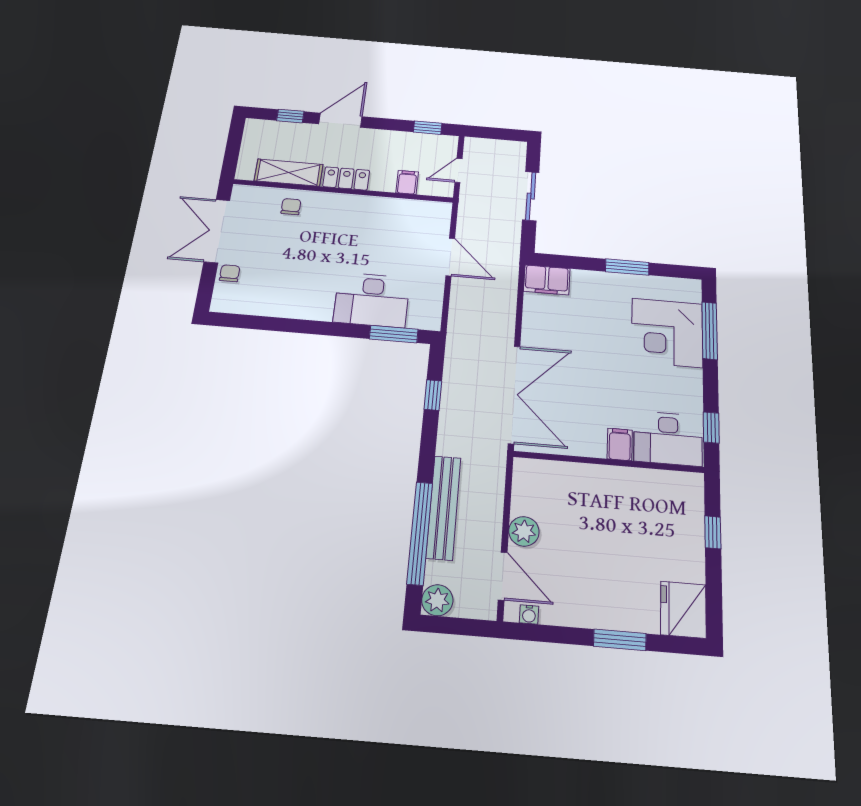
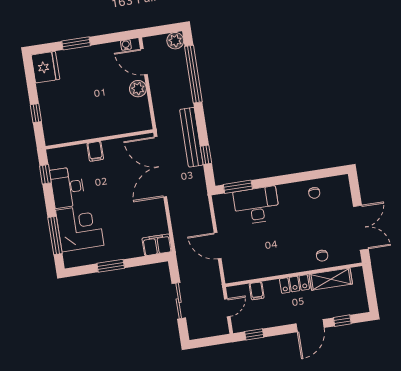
chair: (230, 273) -> (314, 193), moved
desk: (668, 439) -> (67, 187), moved, turned -90
bench: (443, 507) -> (191, 137), moved

